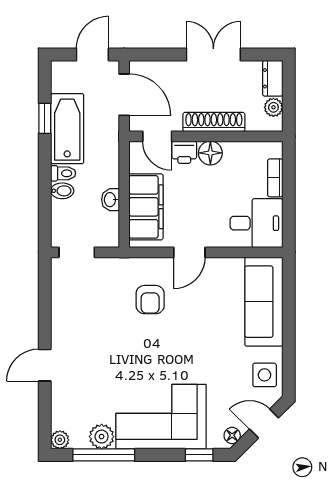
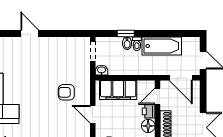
door: (124, 95) -> (181, 78), hinge flipped
window: (45, 118) -> (126, 33), moved
washbasin: (110, 200) -> (102, 70), moved

